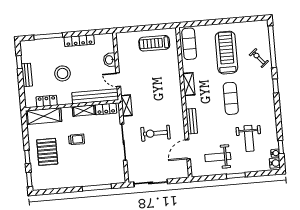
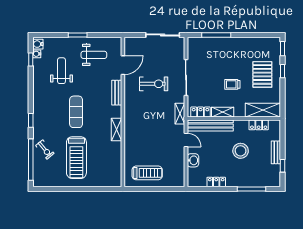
locker: (79, 41) -> (216, 182), width x0.66
exercise mat: (189, 44) -> (113, 169), removed

